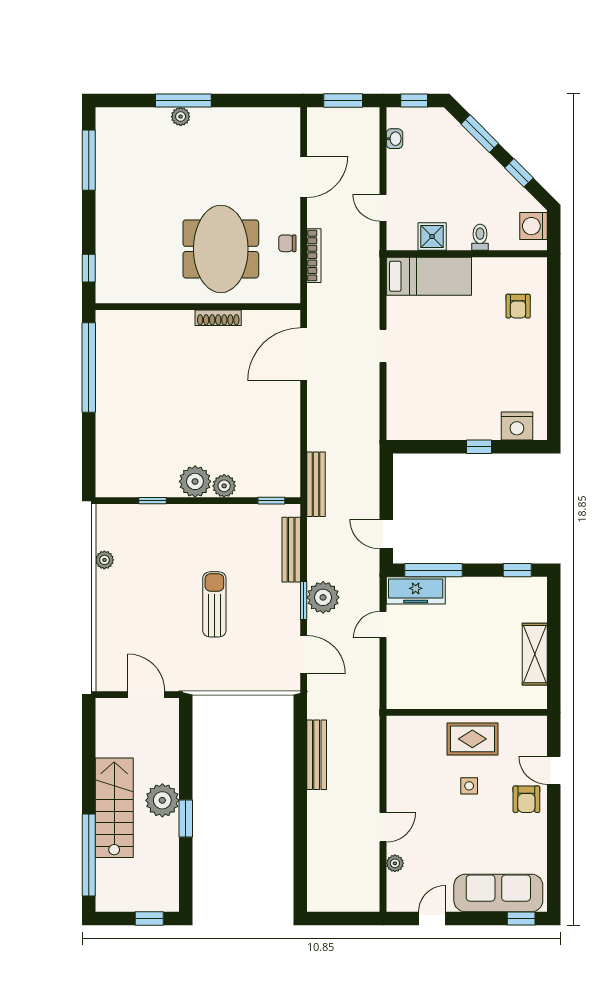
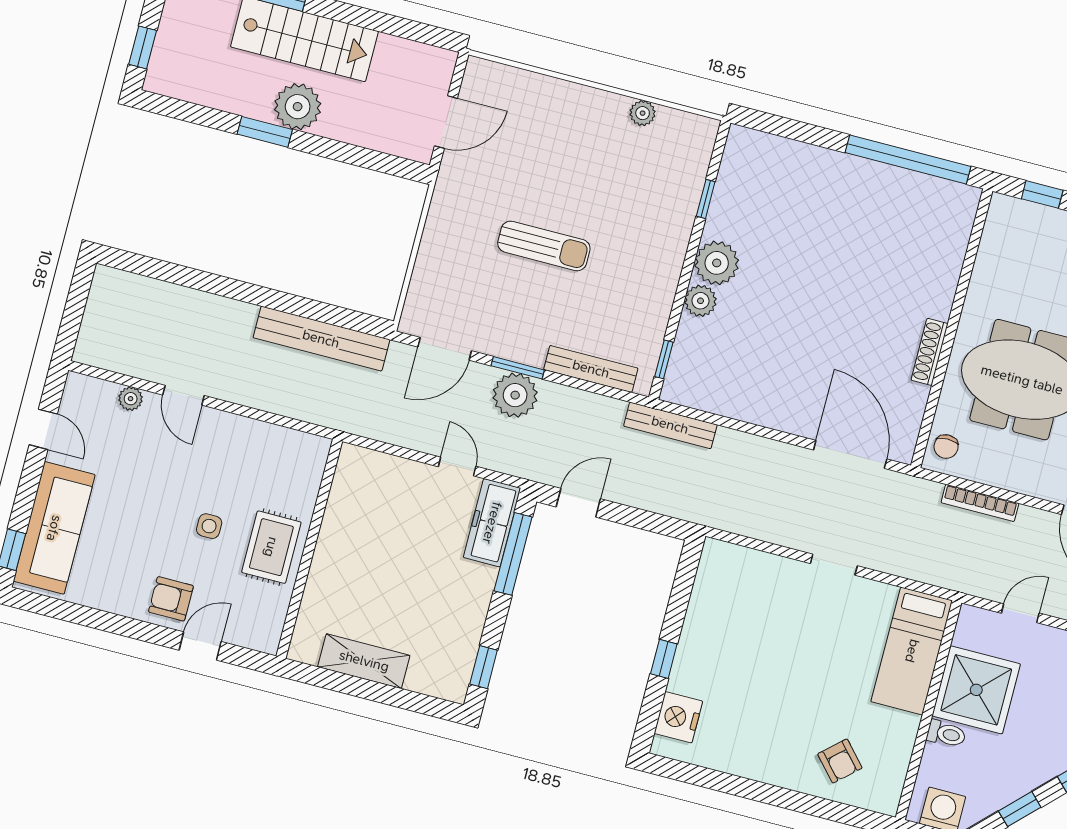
shower: (432, 236) -> (976, 690), width x1.86, depth x1.86
chair: (287, 243) -> (946, 447), moved, turned 180
armchair: (518, 306) -> (840, 761), turned -132
bench: (317, 755) -> (321, 339), width x1.37, depth x1.21

